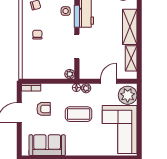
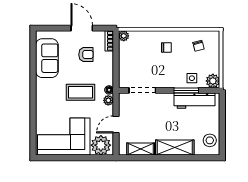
doorway: (77, 47) -> (142, 90), moved
plant: (70, 74) -> (124, 36), moved
door: (108, 81) -> (116, 124), swing flipped
armchair: (44, 109) -> (86, 55), turned -90
coffee table: (79, 114) -> (80, 92), turned 90

